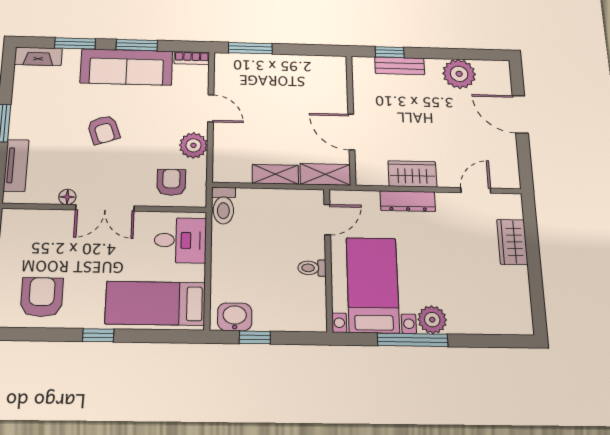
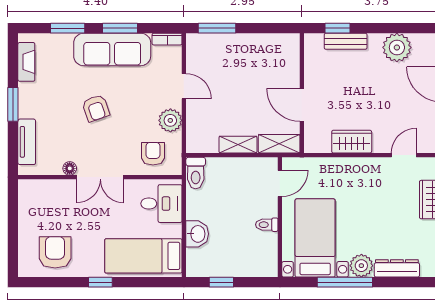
fireplace: (38, 56) -> (26, 62), moved, turned -90
dresser: (408, 201) -> (397, 268), moved, turned 180
washbasin: (235, 317) -> (197, 234), moved, turned 90

